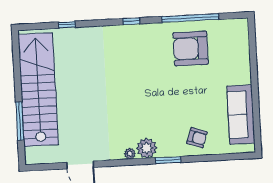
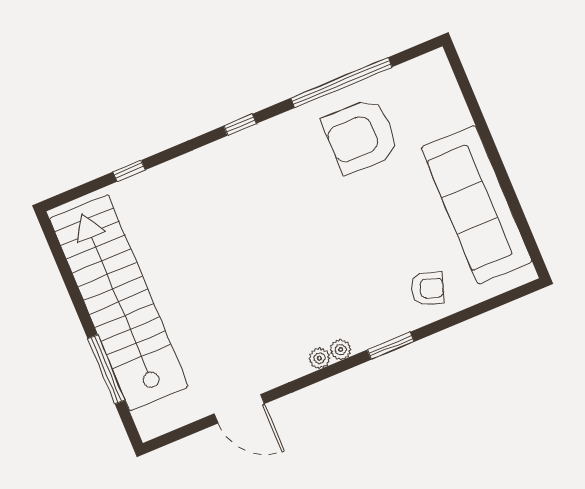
sofa: (241, 115) -> (477, 205), width x1.36, depth x1.27
plant: (147, 148) -> (341, 350), width x0.53, depth x0.53

